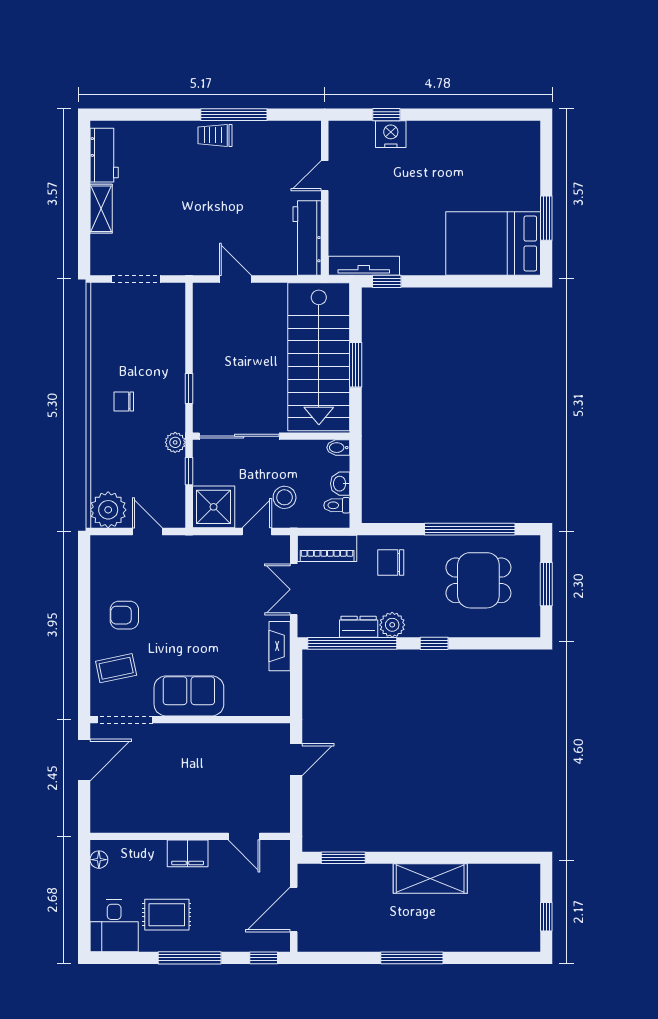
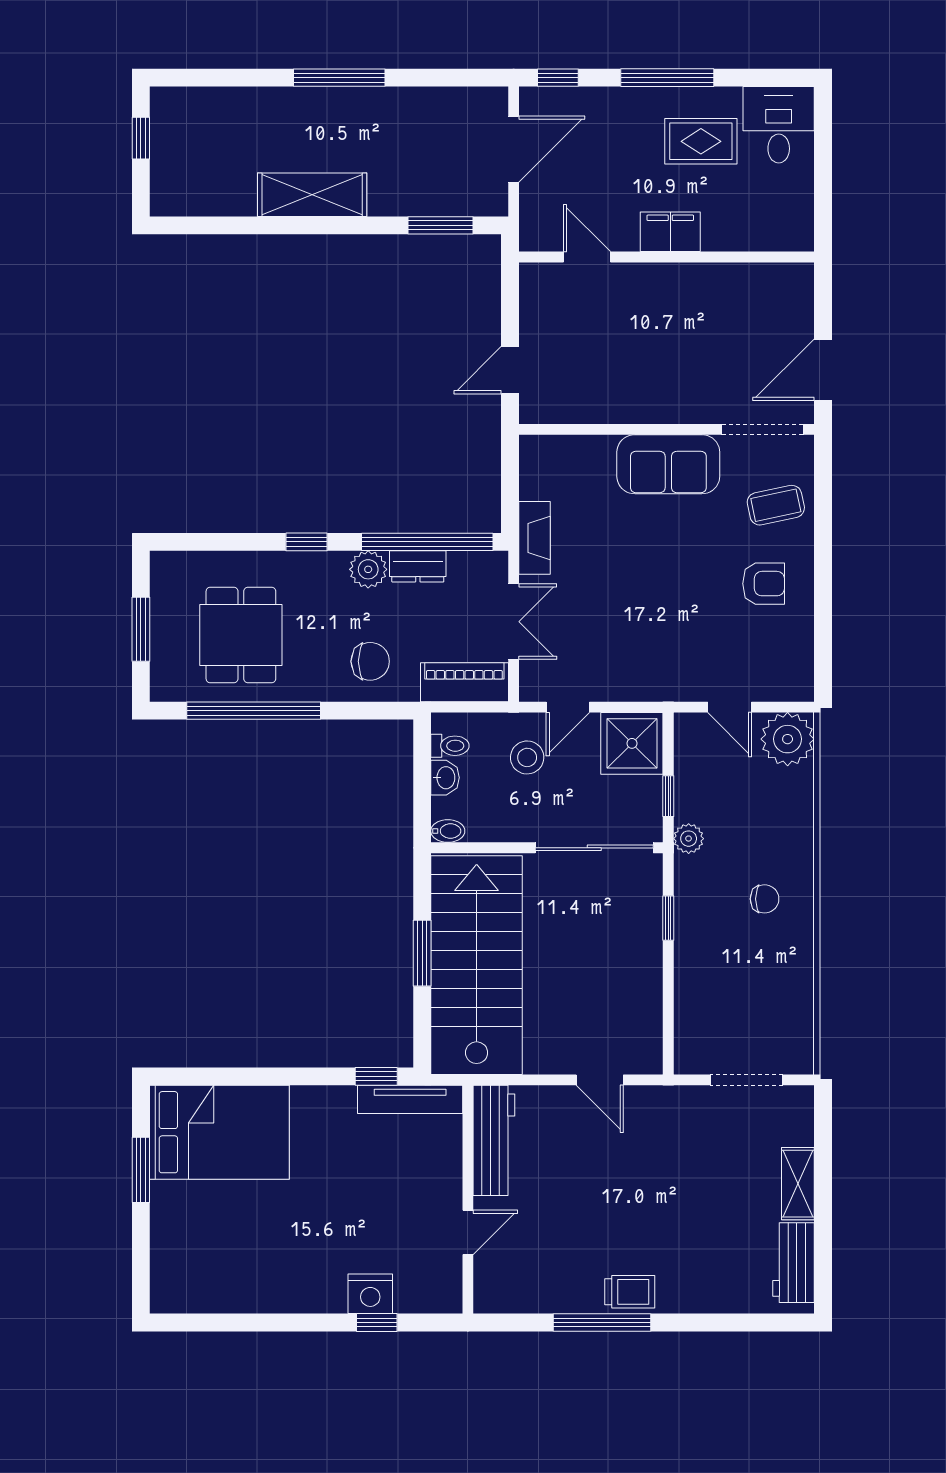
dining table: (478, 580) -> (241, 635), turned 90
floor lamp: (99, 860) -> (801, 223), removed

